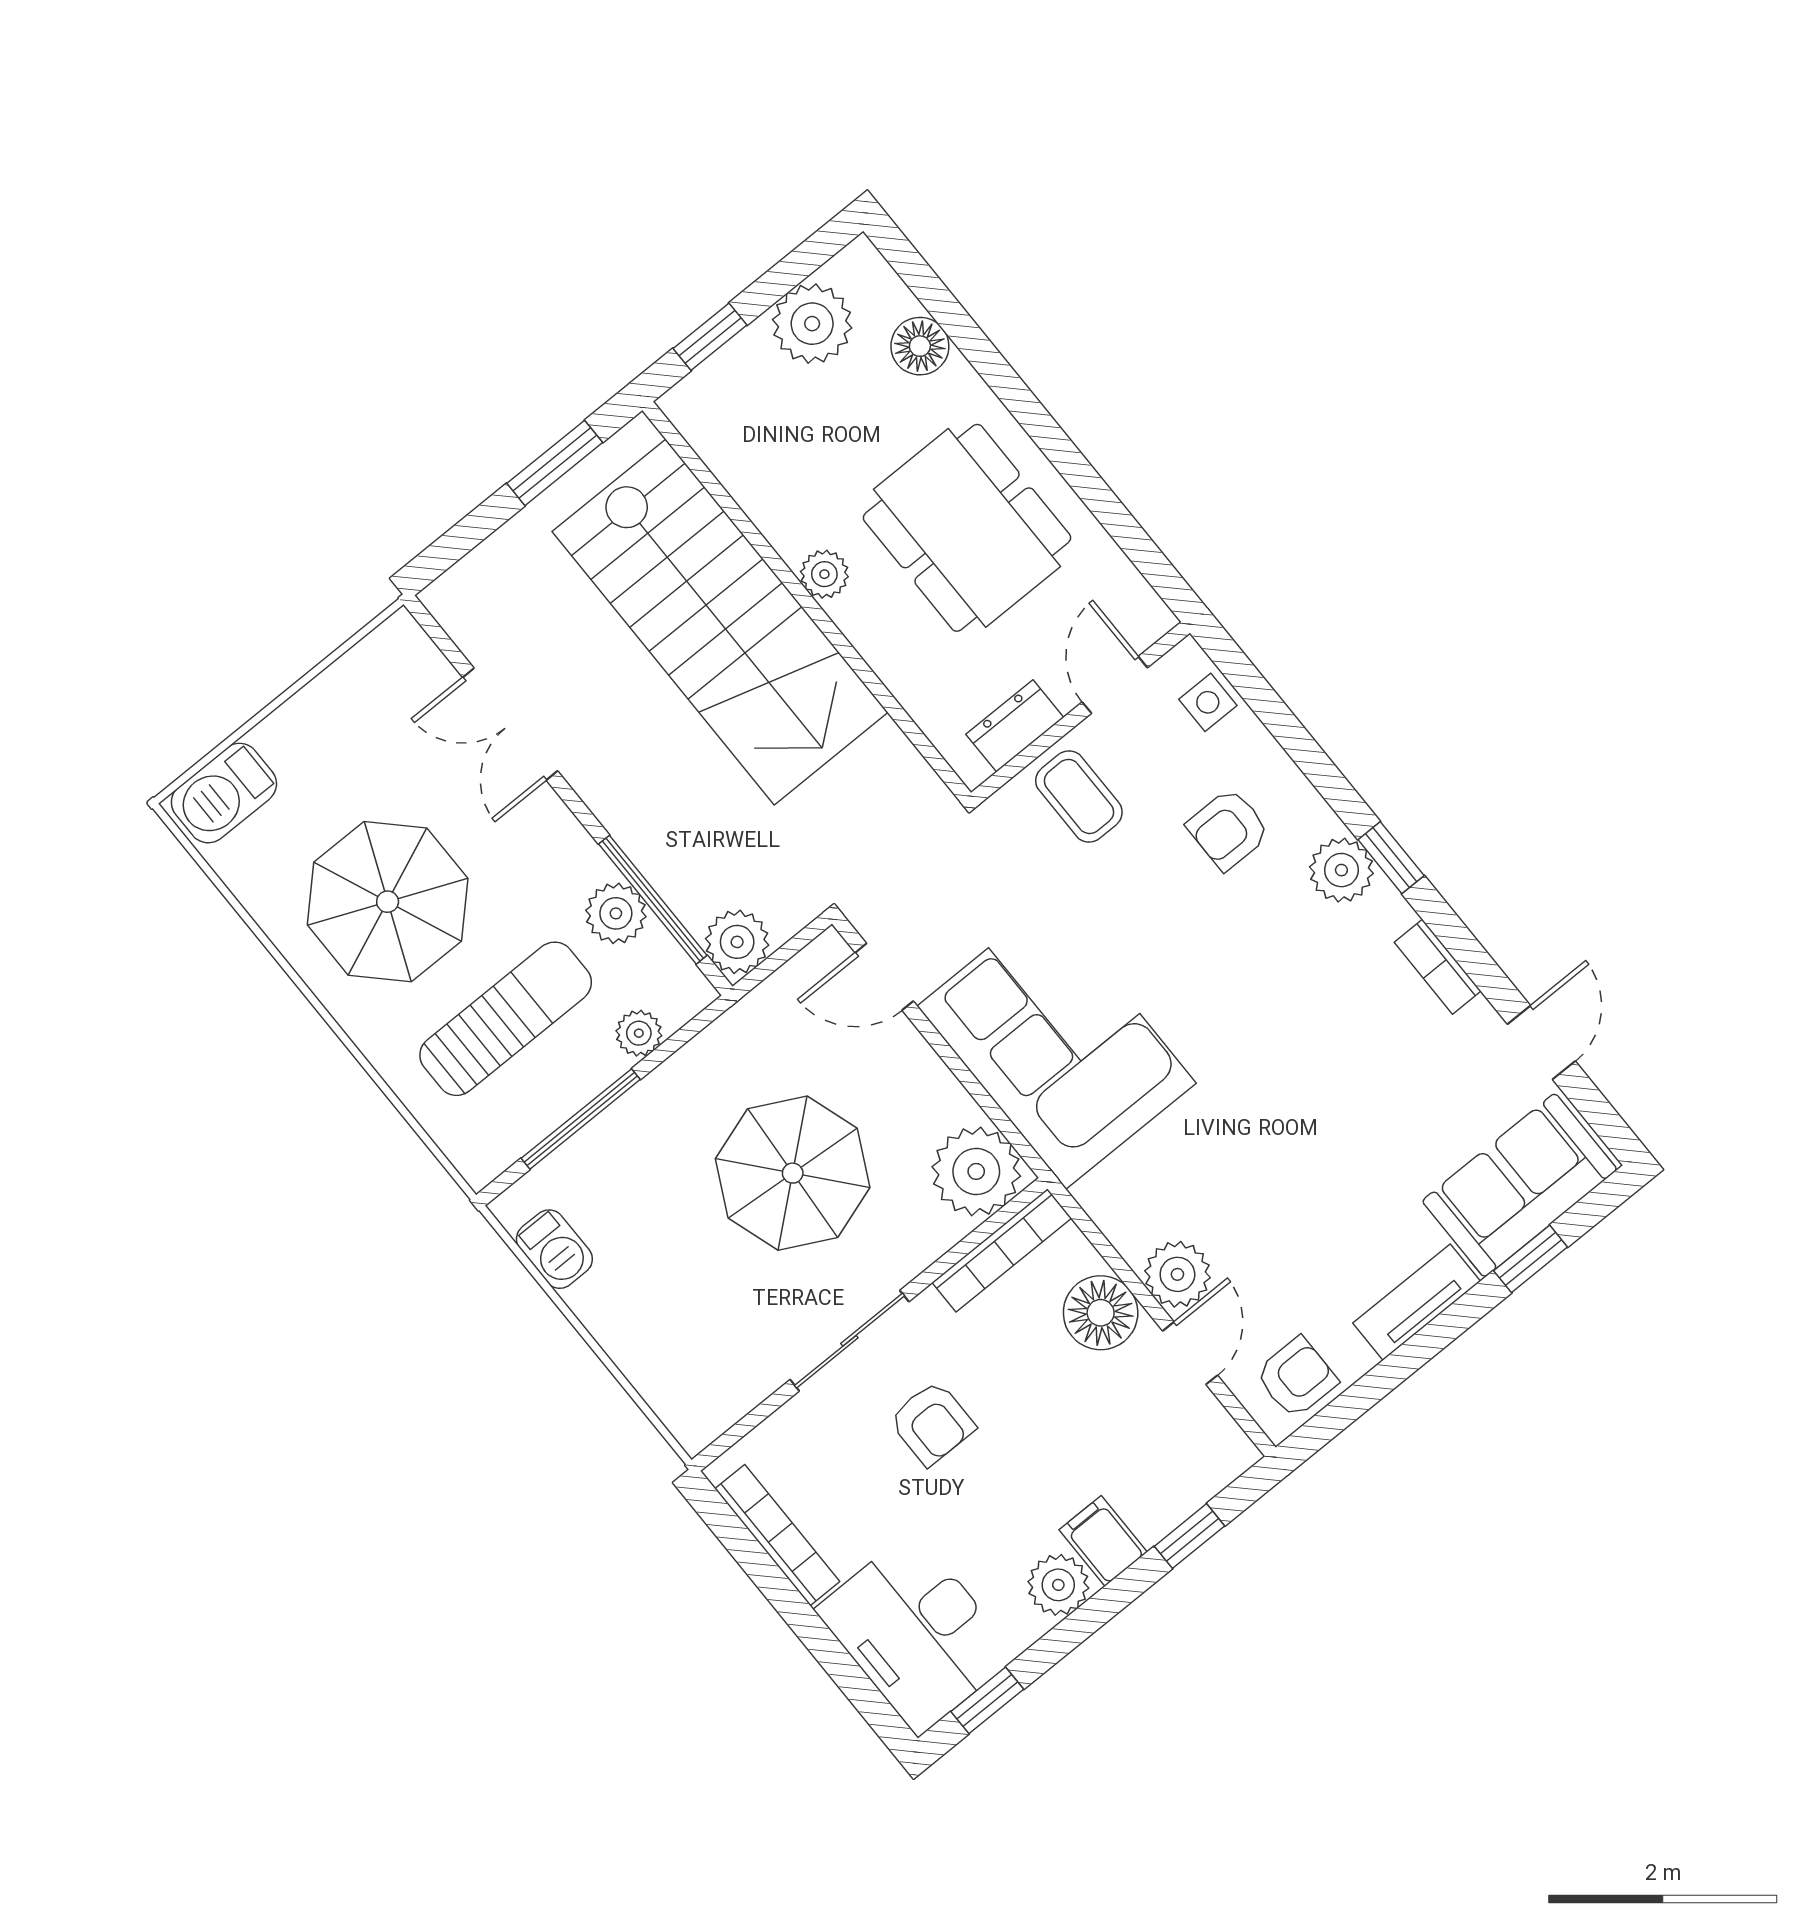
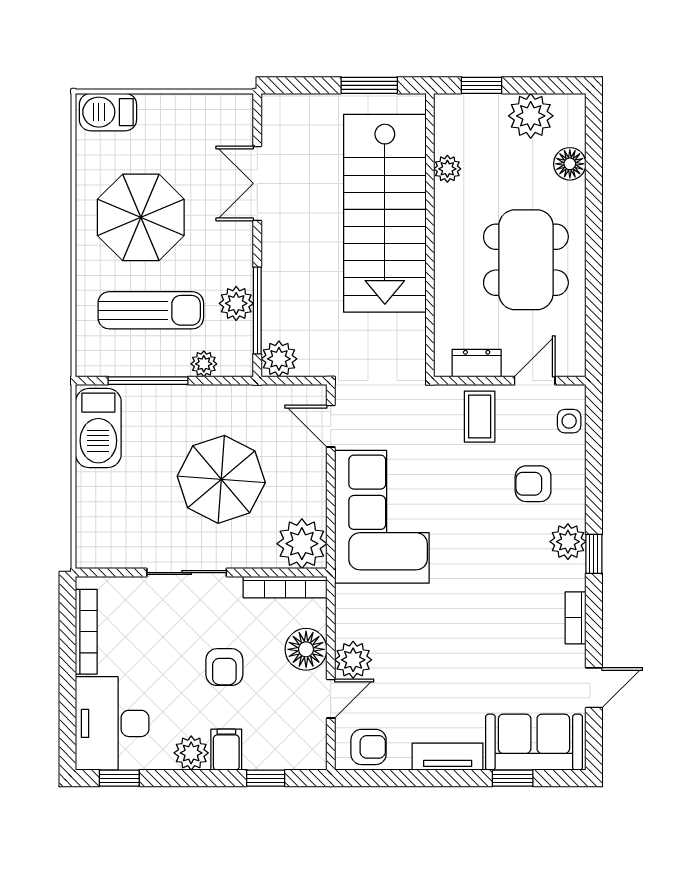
plant: (824, 574) -> (447, 169), moved
barbecue: (554, 1249) -> (98, 428), width x1.88, depth x1.53
armchair: (932, 1423) -> (224, 667), moved

